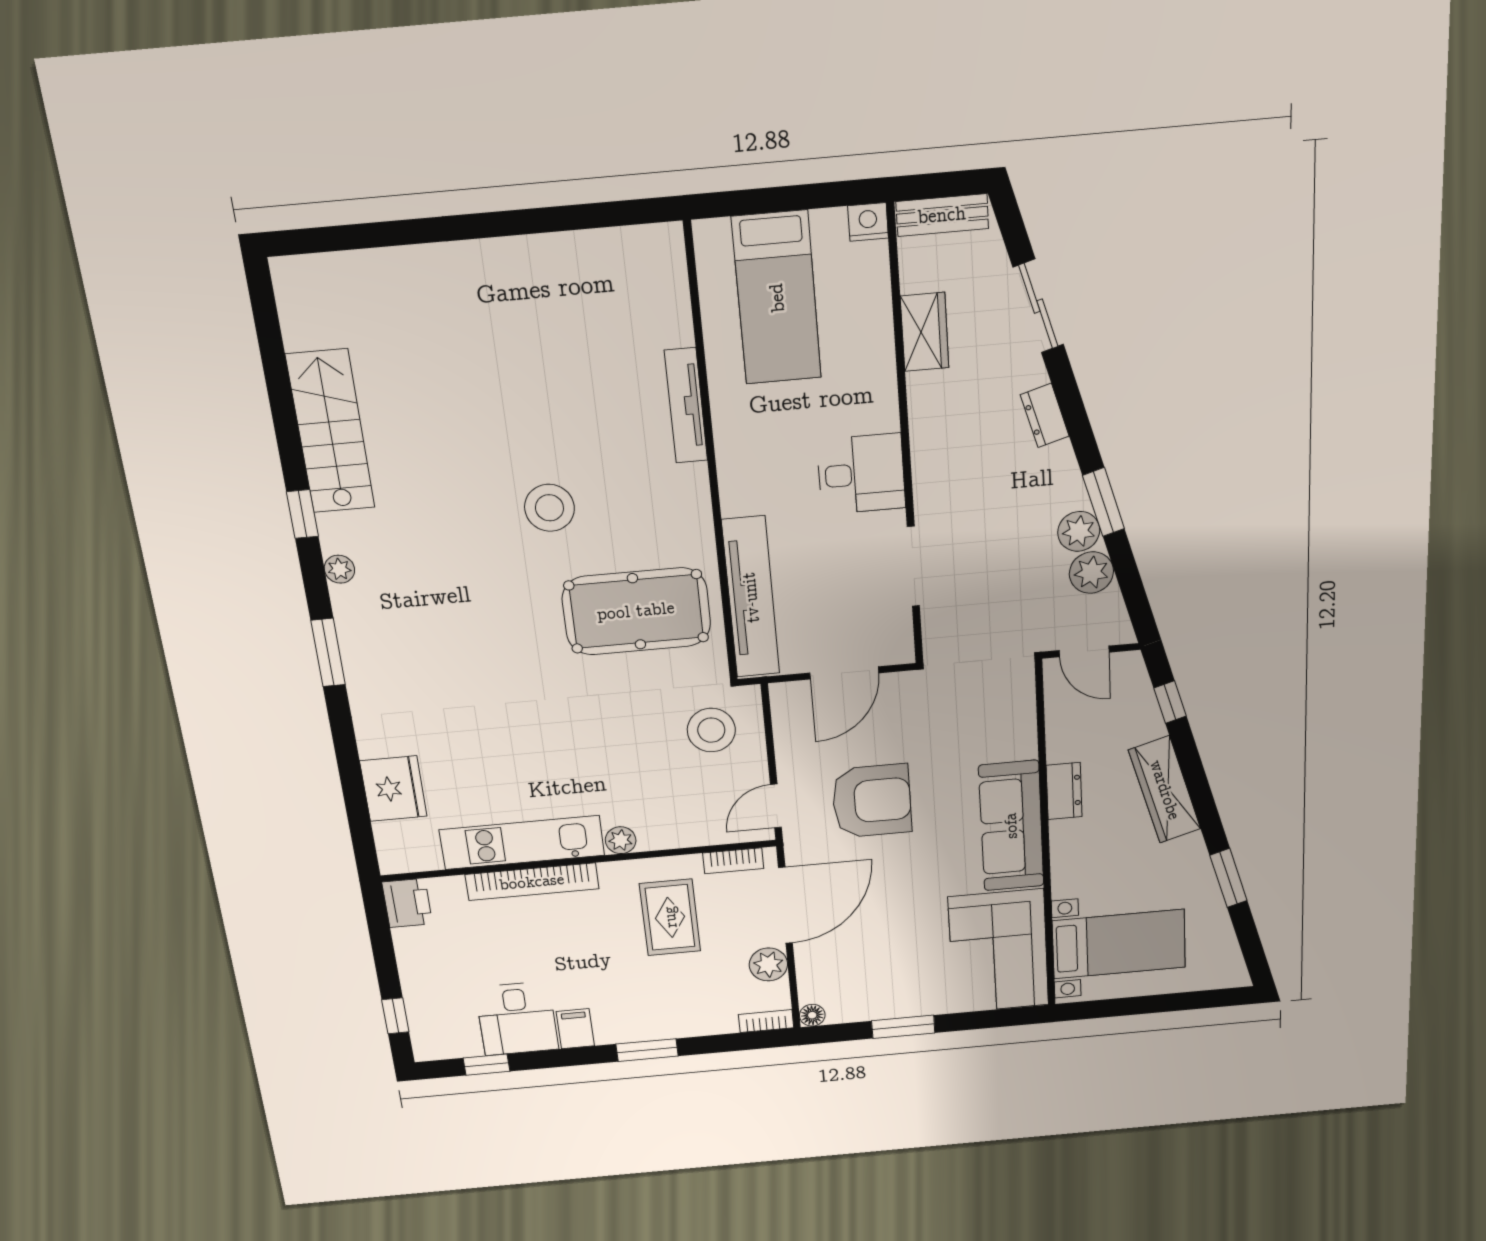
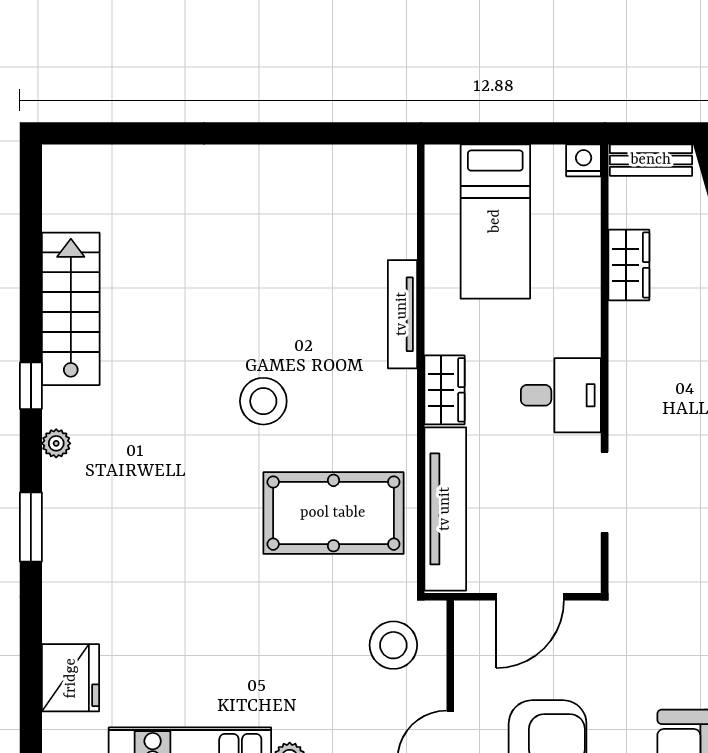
wardrobe: (738, 479) -> (444, 390), added

